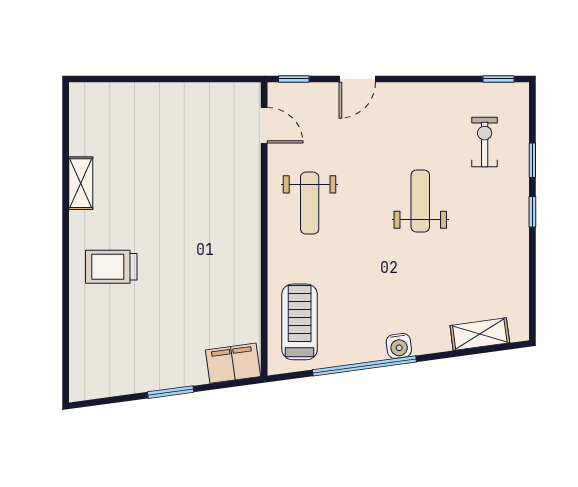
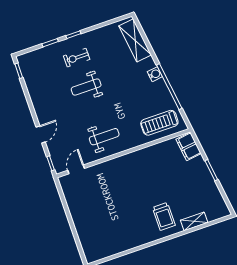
door: (357, 79) -> (41, 134), hinge flipped
exercise bike: (485, 142) -> (77, 58), moved
shelving: (81, 183) -> (194, 221), moved
shelving: (480, 334) -> (135, 40), width x1.50, depth x1.33

